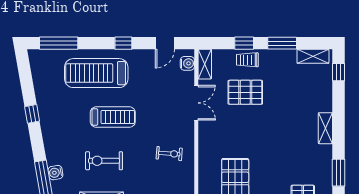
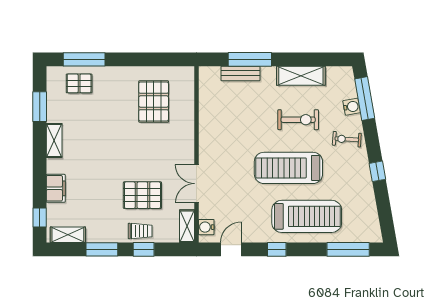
filing cabinet: (324, 99) -> (56, 188), added
treadmill: (113, 117) -> (288, 168), width x1.37, depth x1.37
shelving: (325, 128) -> (54, 140), moved
exercise bike: (169, 154) -> (347, 139), moved

